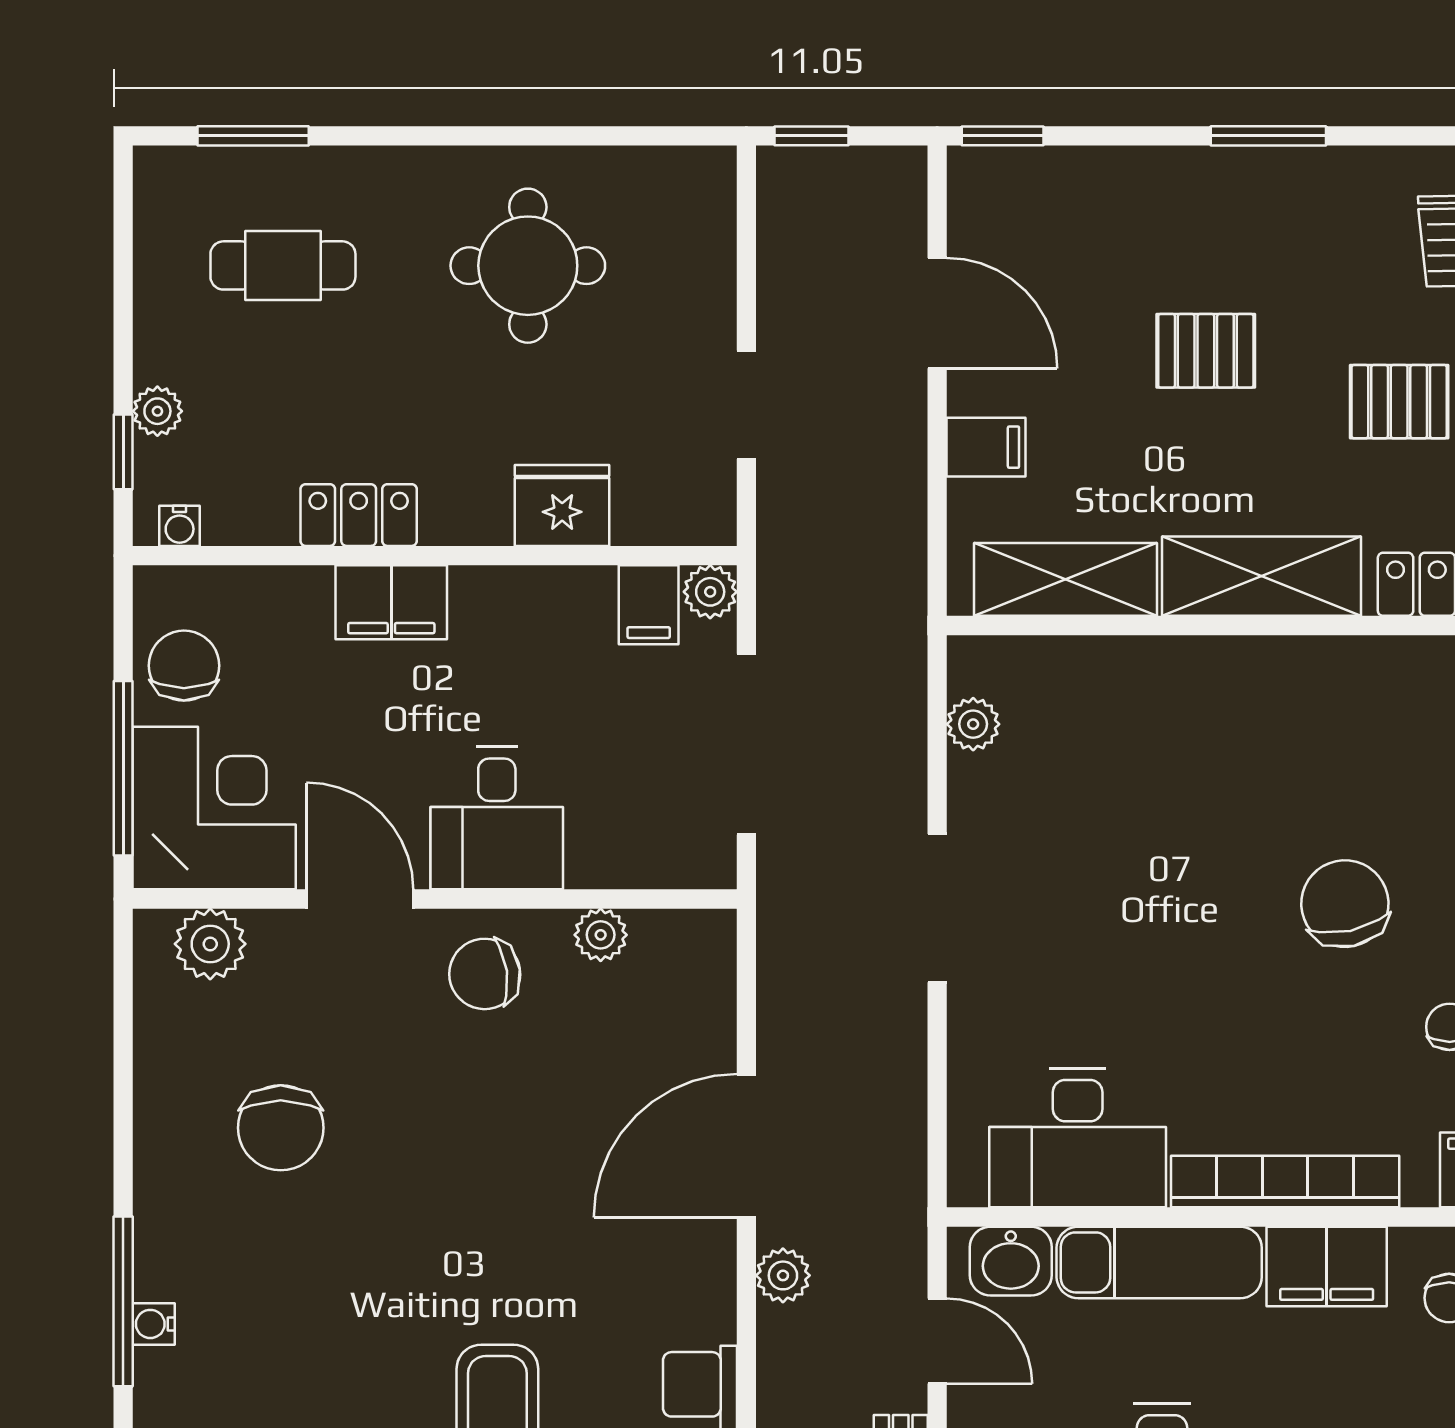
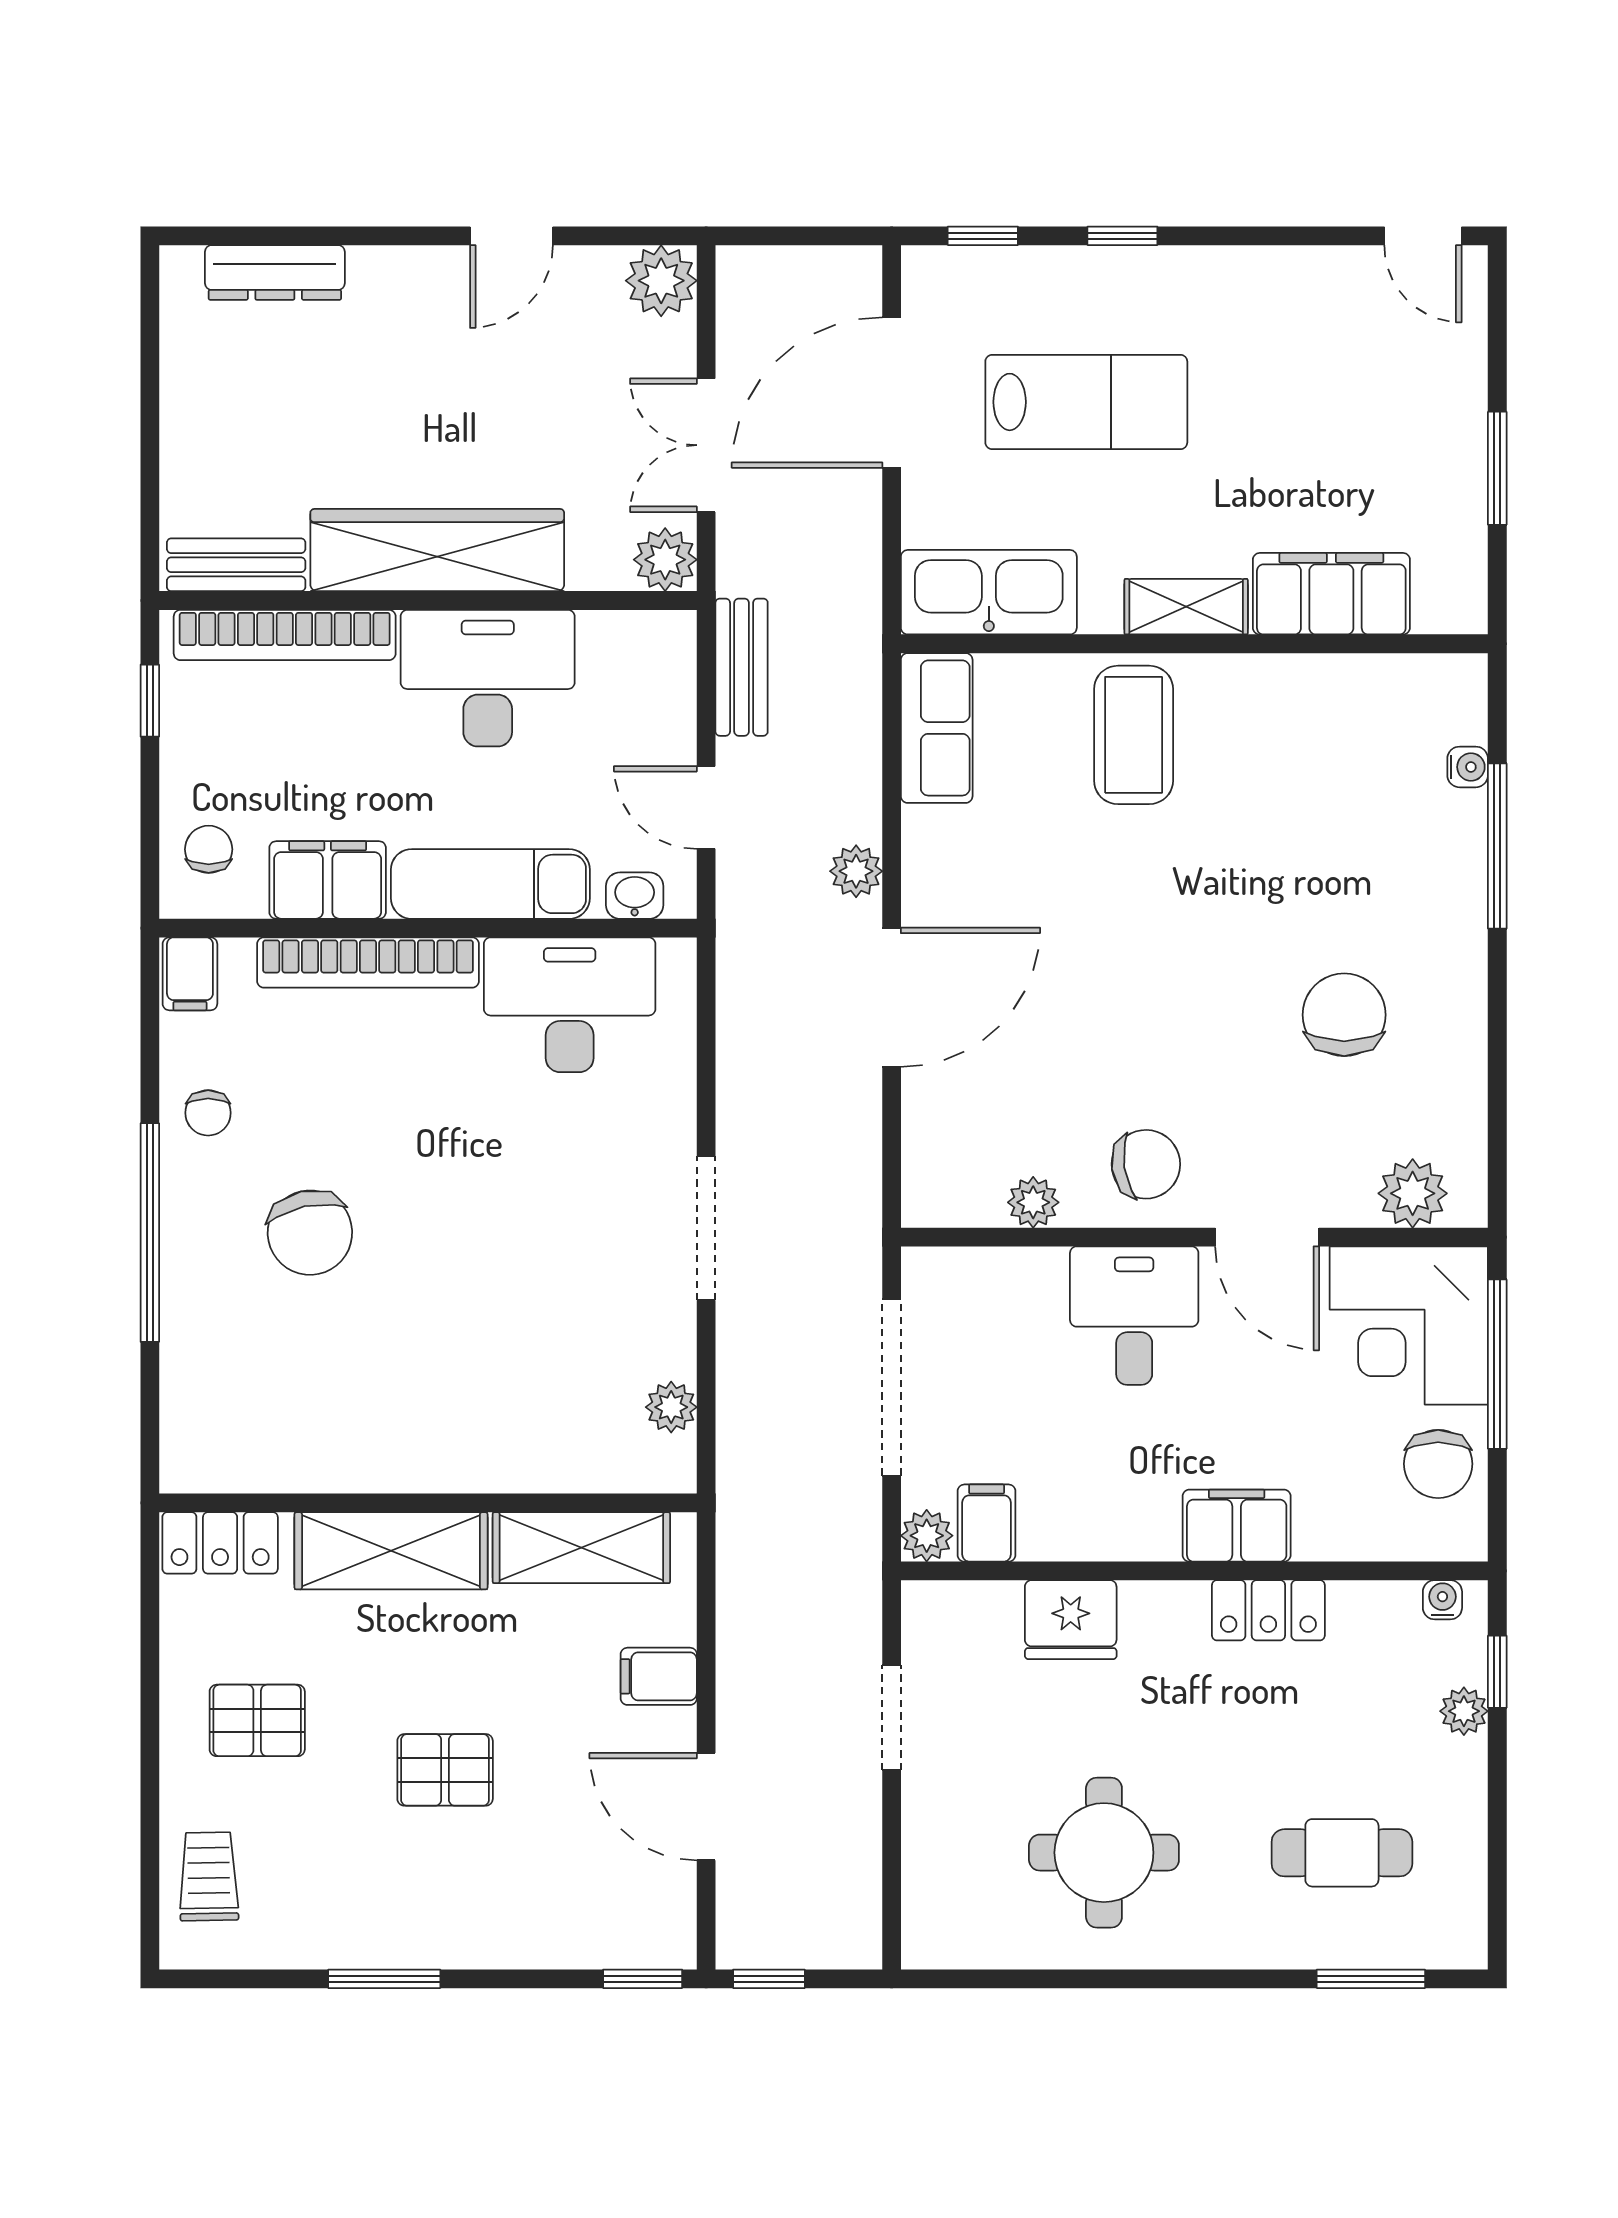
window: (811, 136) -> (769, 1979), moved
washbasin: (1011, 1261) -> (635, 896), width x0.72, depth x0.69
water cooler: (154, 1324) -> (1468, 767), moved

